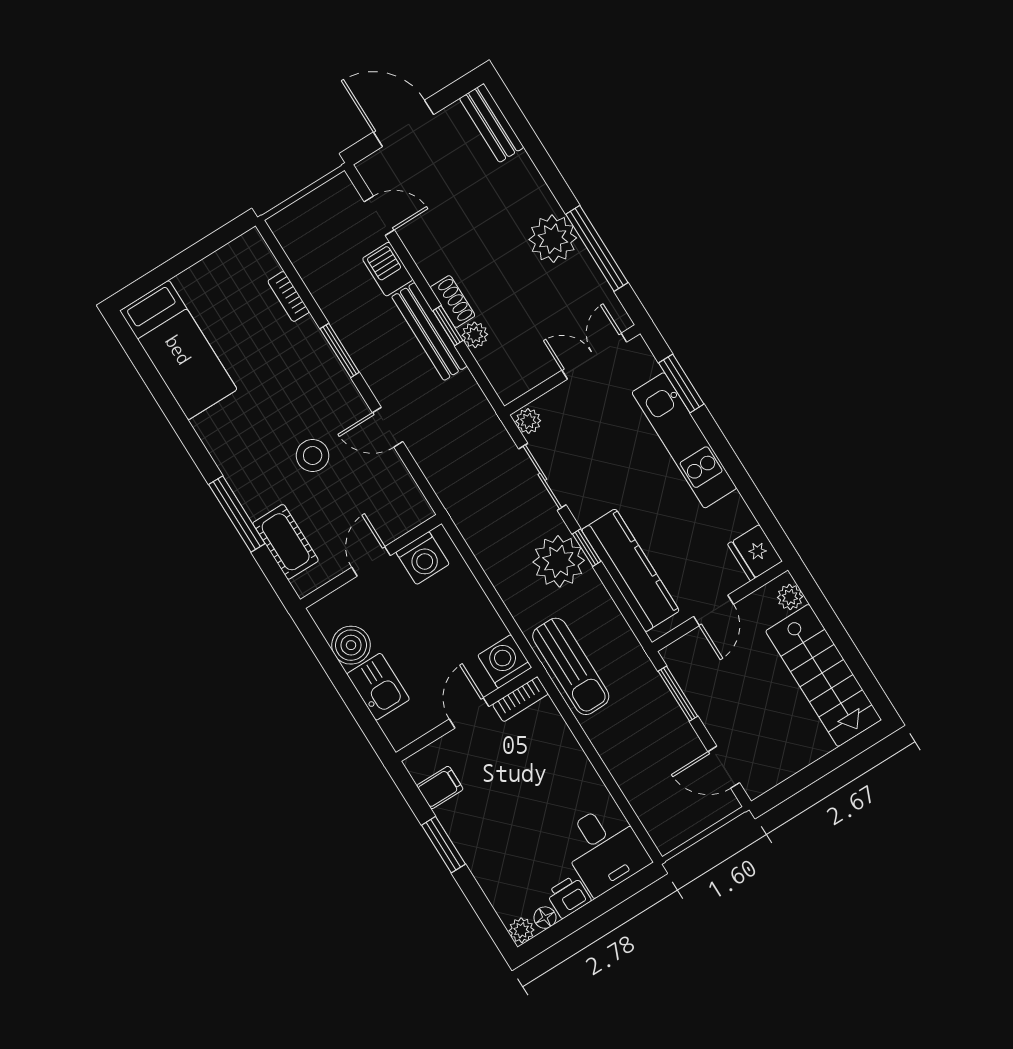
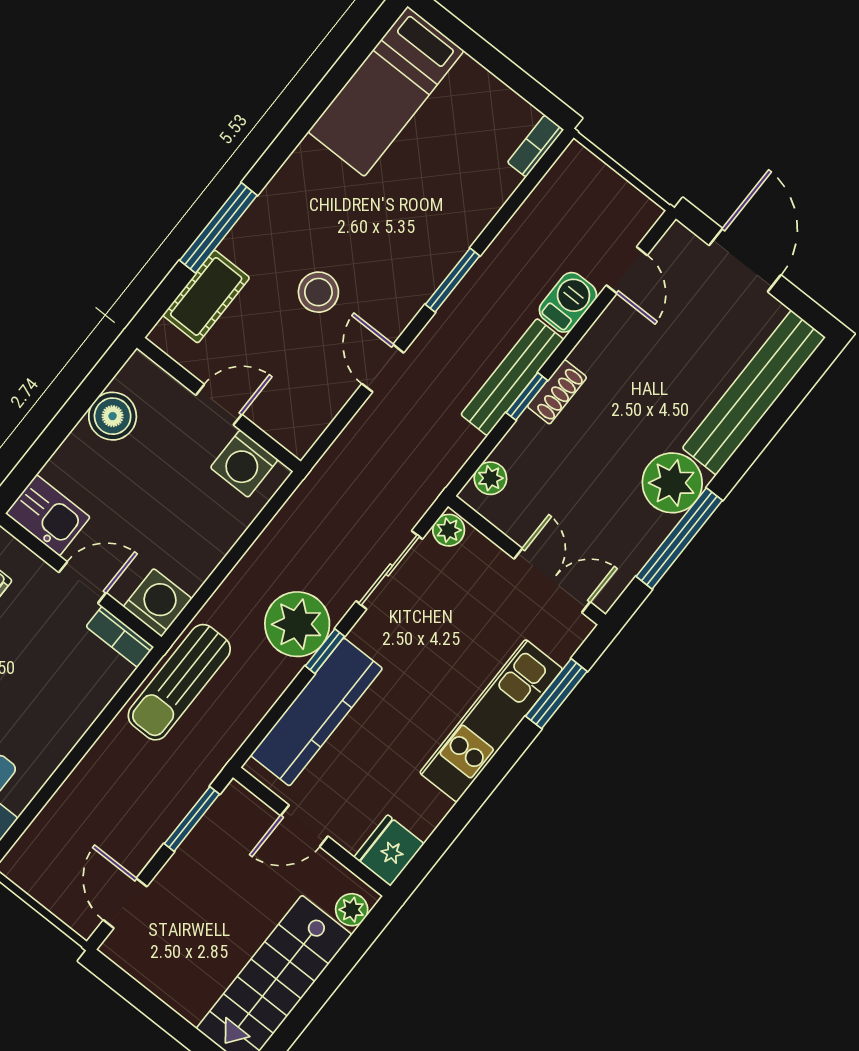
bench: (492, 123) -> (754, 393), width x1.86, depth x1.21
bookcase: (289, 296) -> (536, 146), moved
plant: (475, 335) -> (490, 478), moved
kitchen sink: (378, 687) -> (48, 515), moved, turned -90

